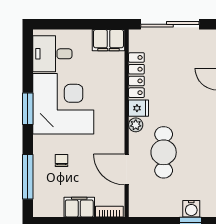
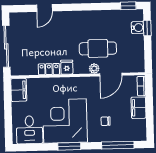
locker: (136, 75) -> (49, 69), width x0.66
plant: (136, 125) -> (94, 68), moved

